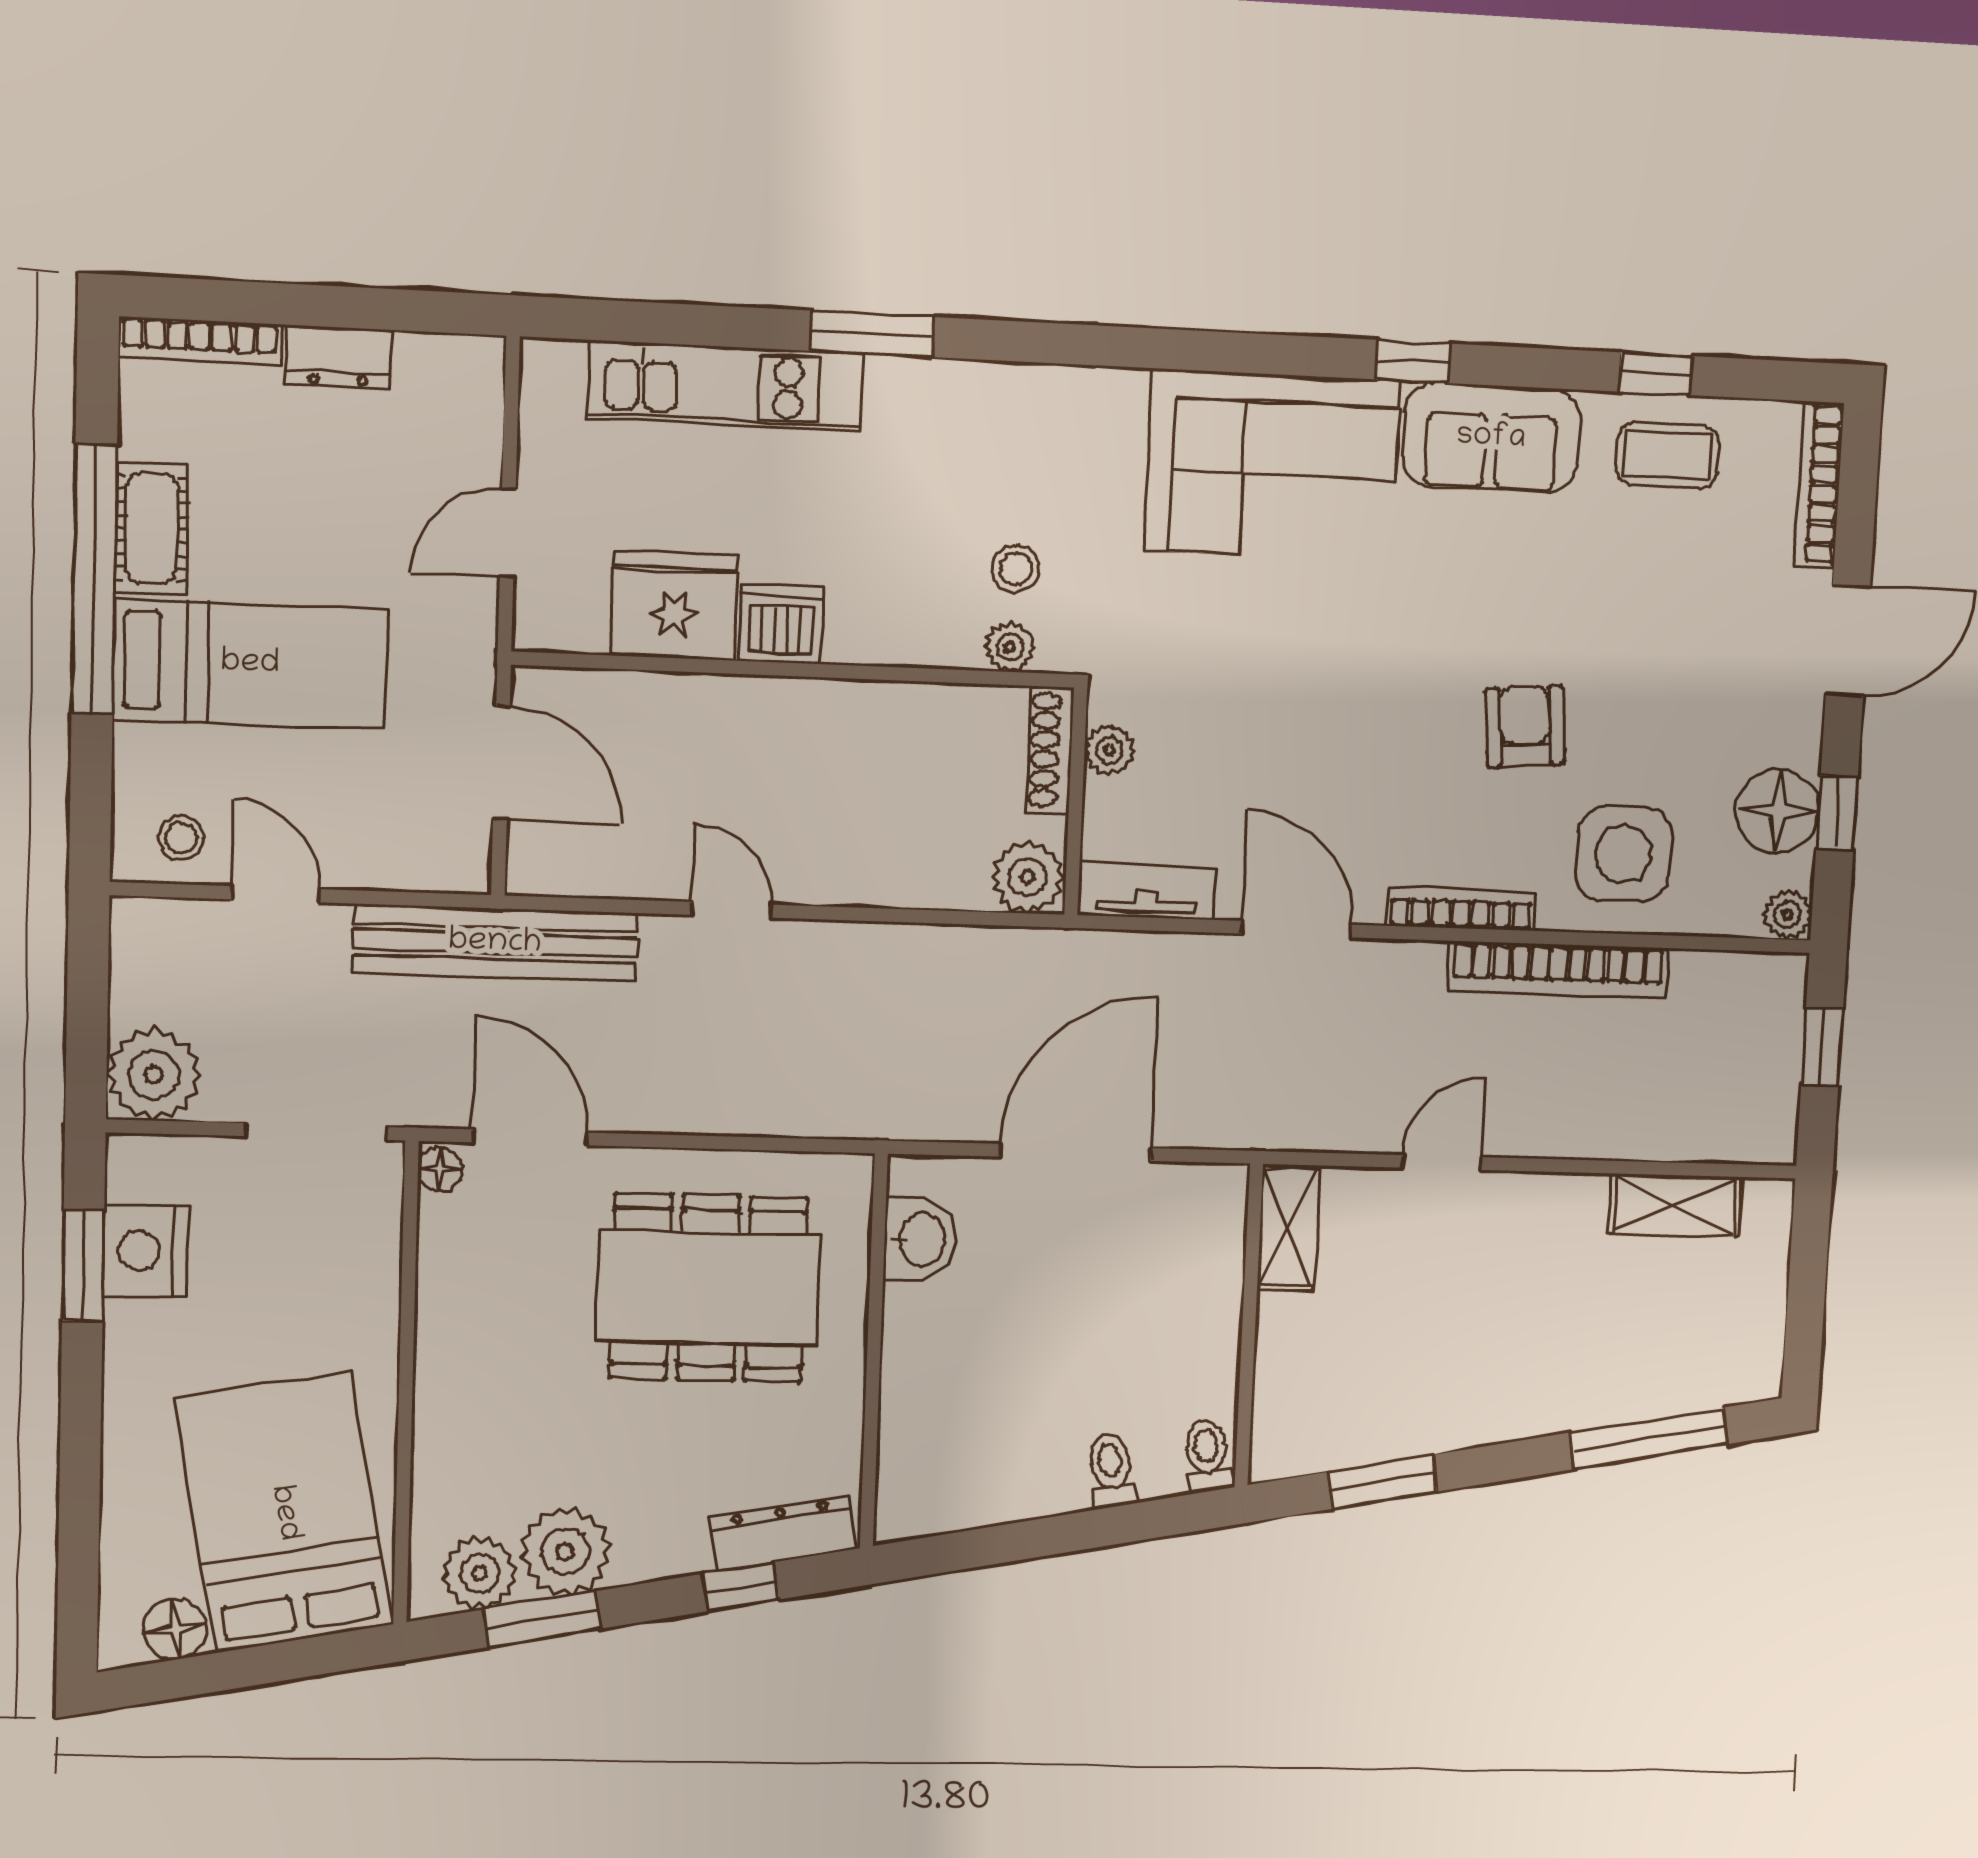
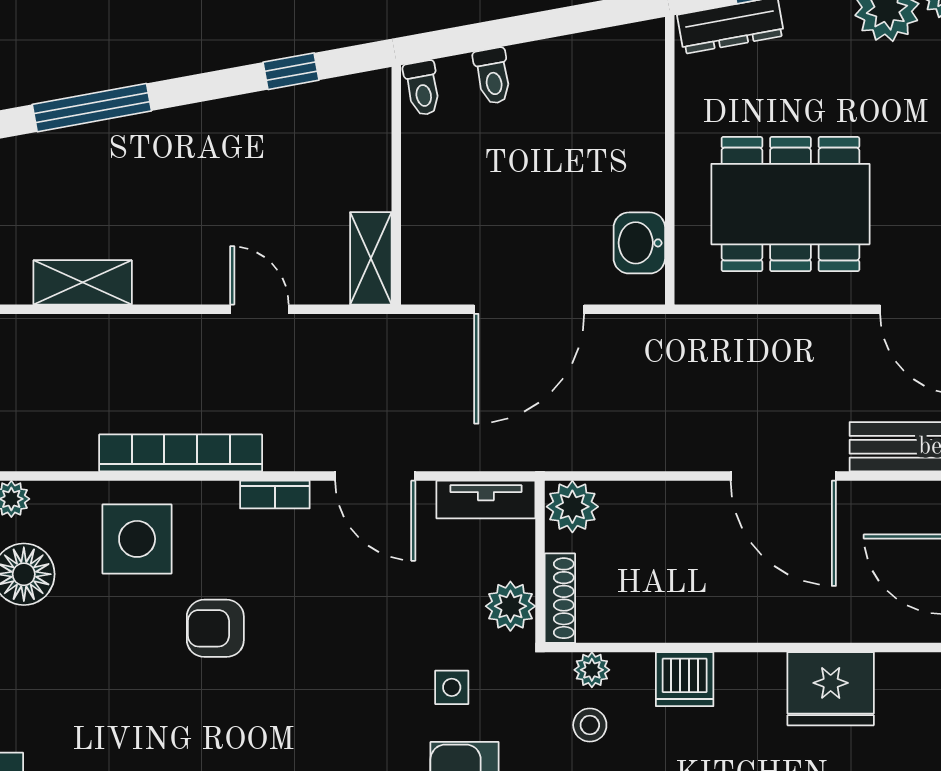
dishwasher: (781, 624) -> (685, 679), moved
side table: (1206, 630) -> (452, 687), added
armchair: (1525, 726) -> (215, 628), turned 95
plant: (1109, 750) -> (510, 606), width x1.38, depth x1.38
bookcase: (1461, 909) -> (275, 495), width x0.64
door: (731, 910) -> (783, 476), width x1.88
door: (1442, 1162) -> (259, 309), swing flipped
window: (1383, 1482) -> (291, 71), width x0.67

